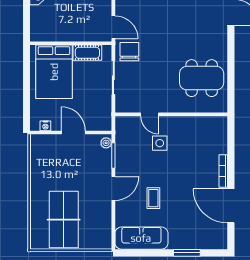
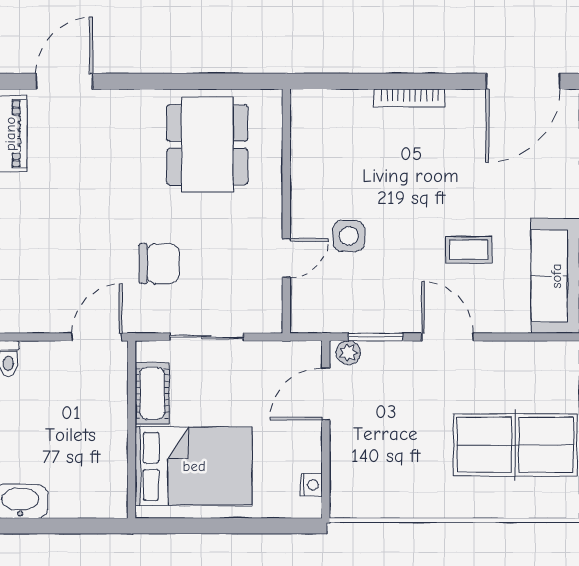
chair: (129, 52) -> (159, 264), moved, turned 180
door: (73, 133) -> (326, 394), moved
door: (231, 206) -> (523, 81), moved

